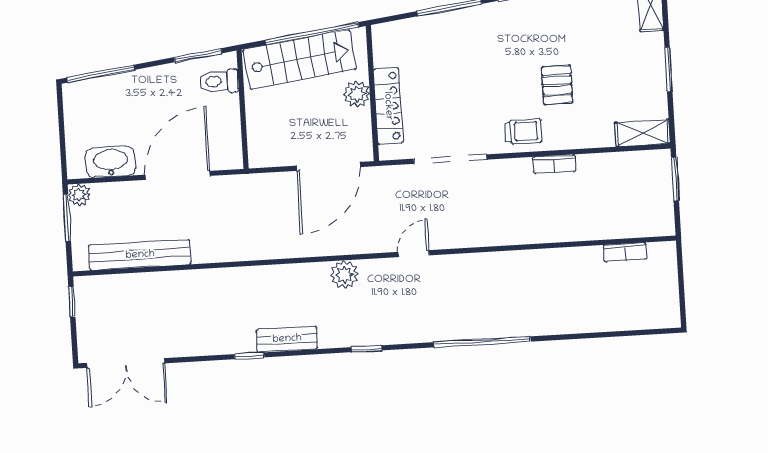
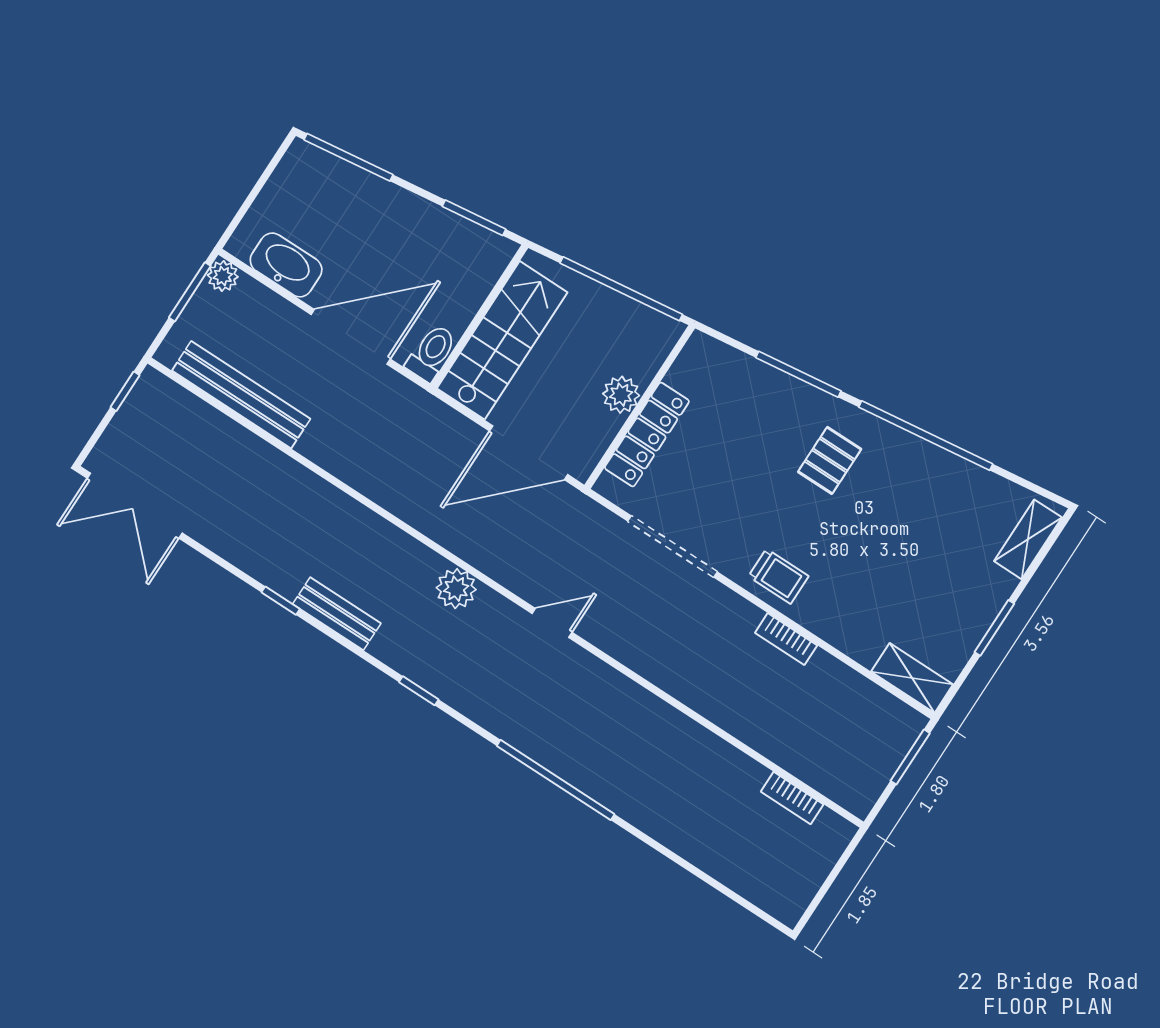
stairs: (300, 59) -> (502, 340), moved, turned -83
toilet: (219, 81) -> (431, 353), moved, turned 90
pallet: (557, 85) -> (830, 460), moved

